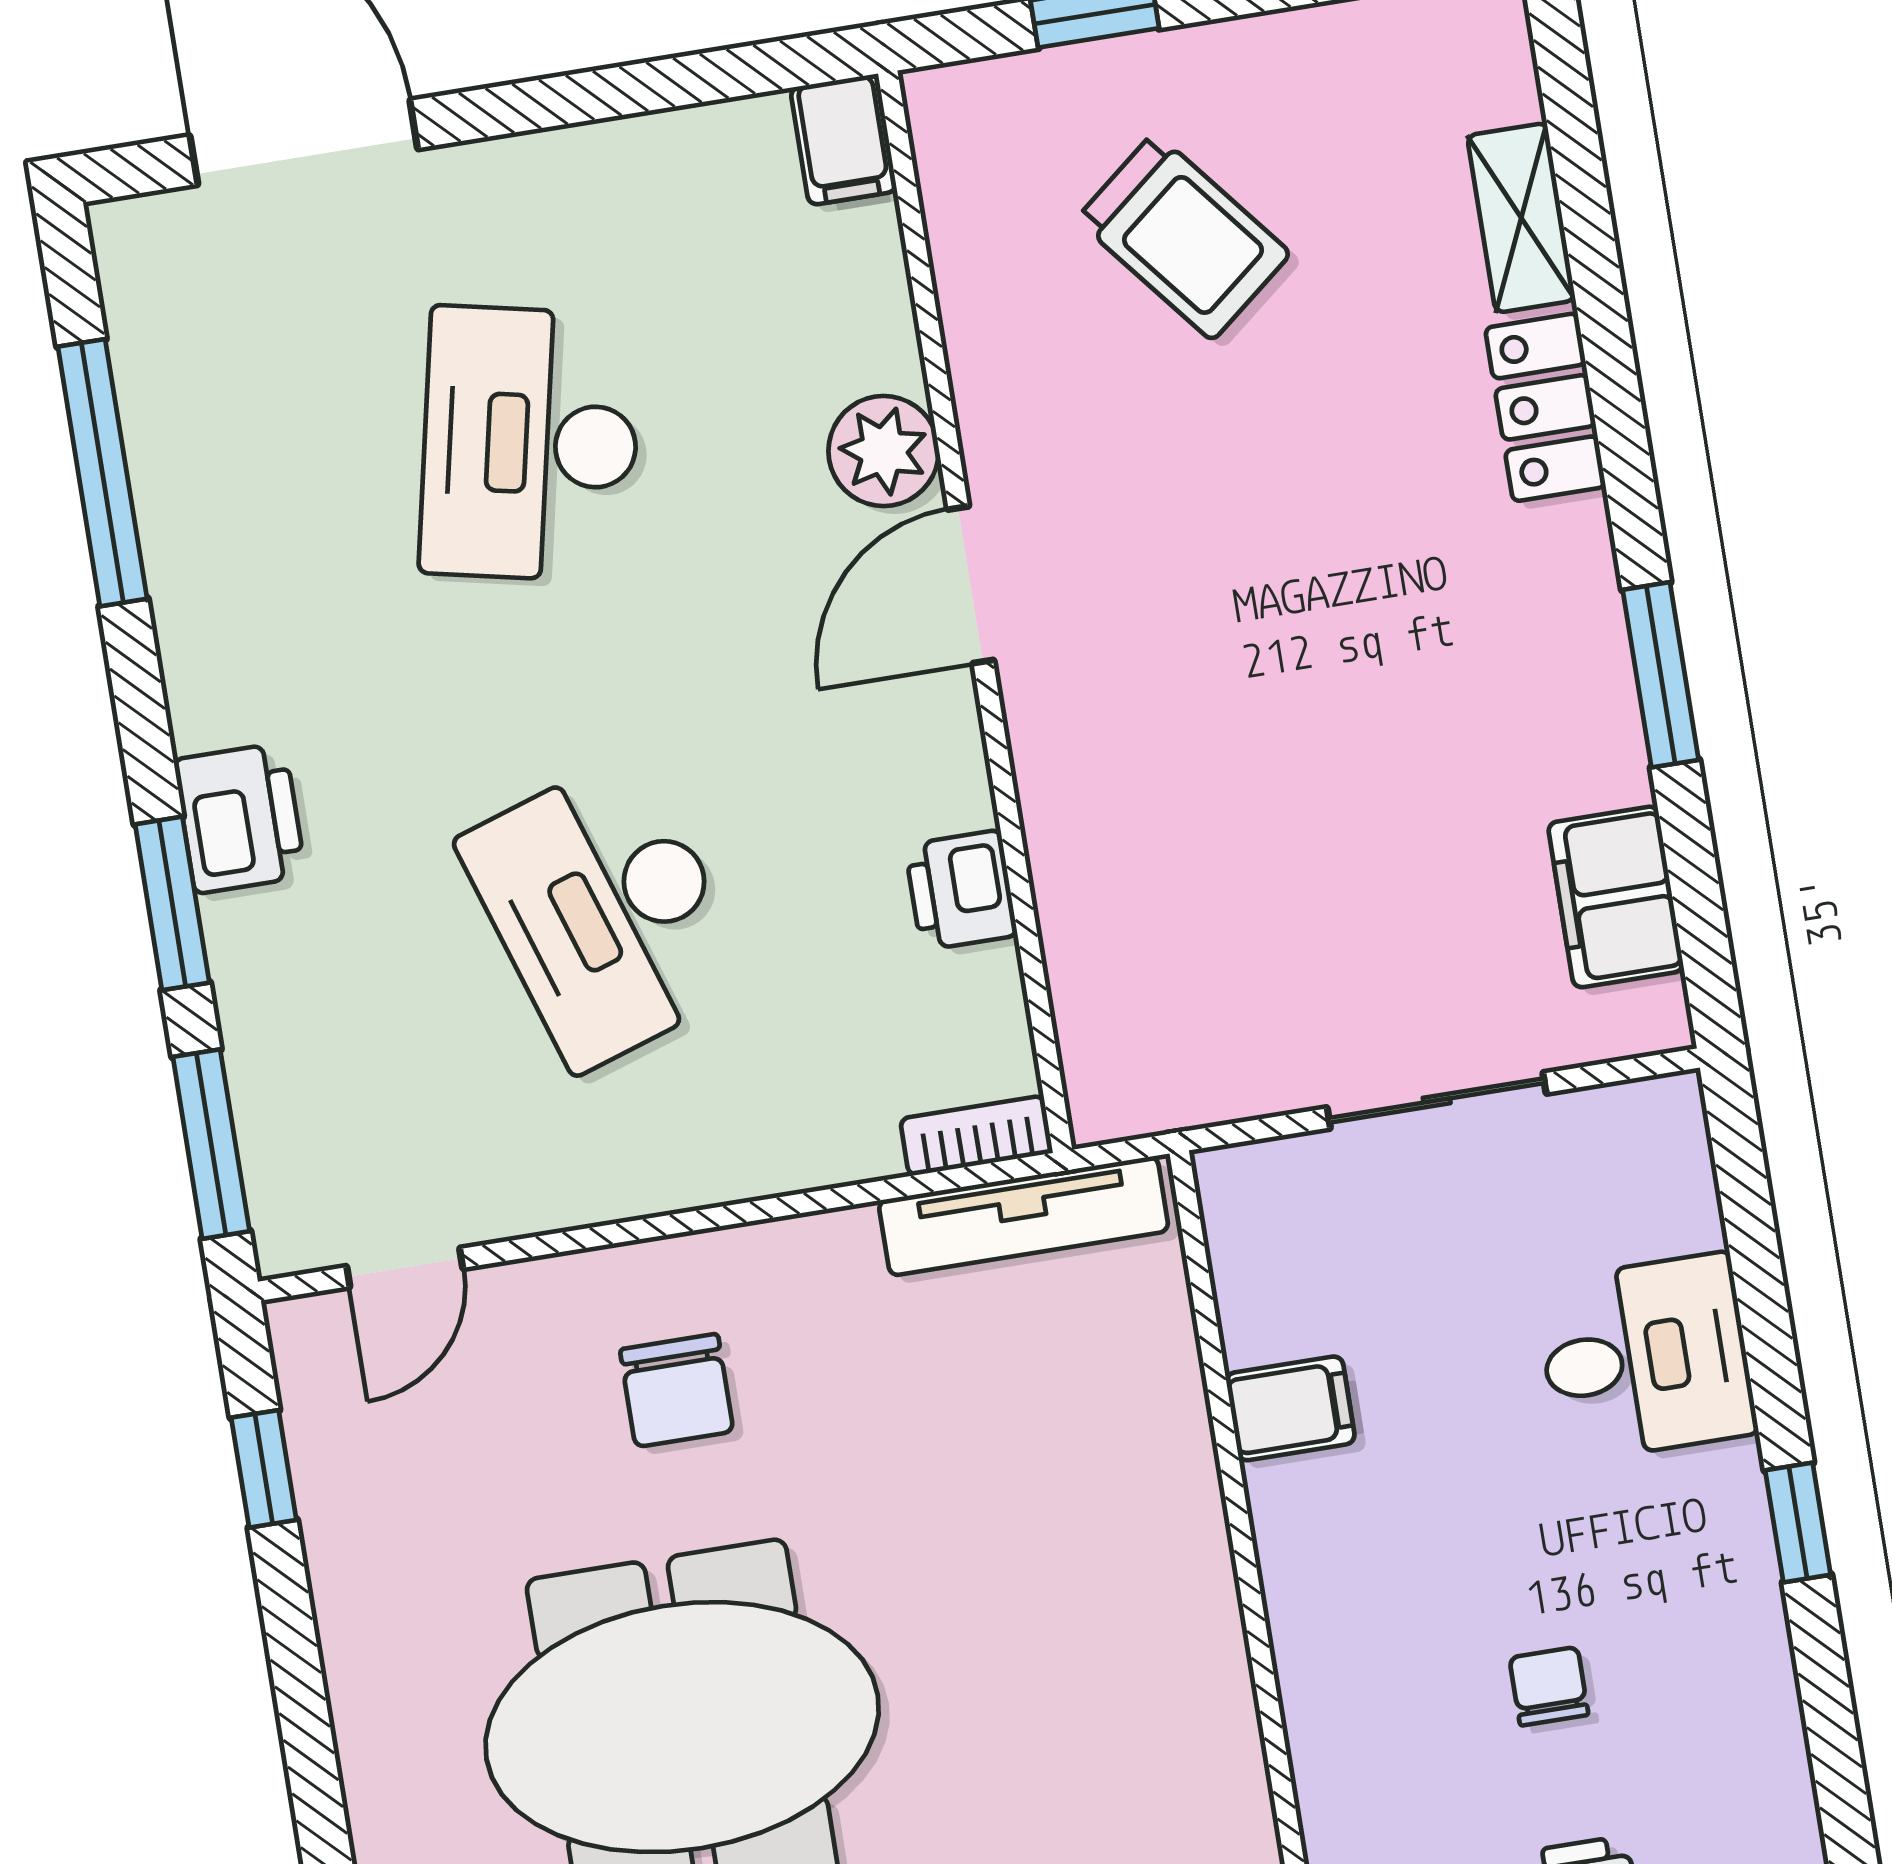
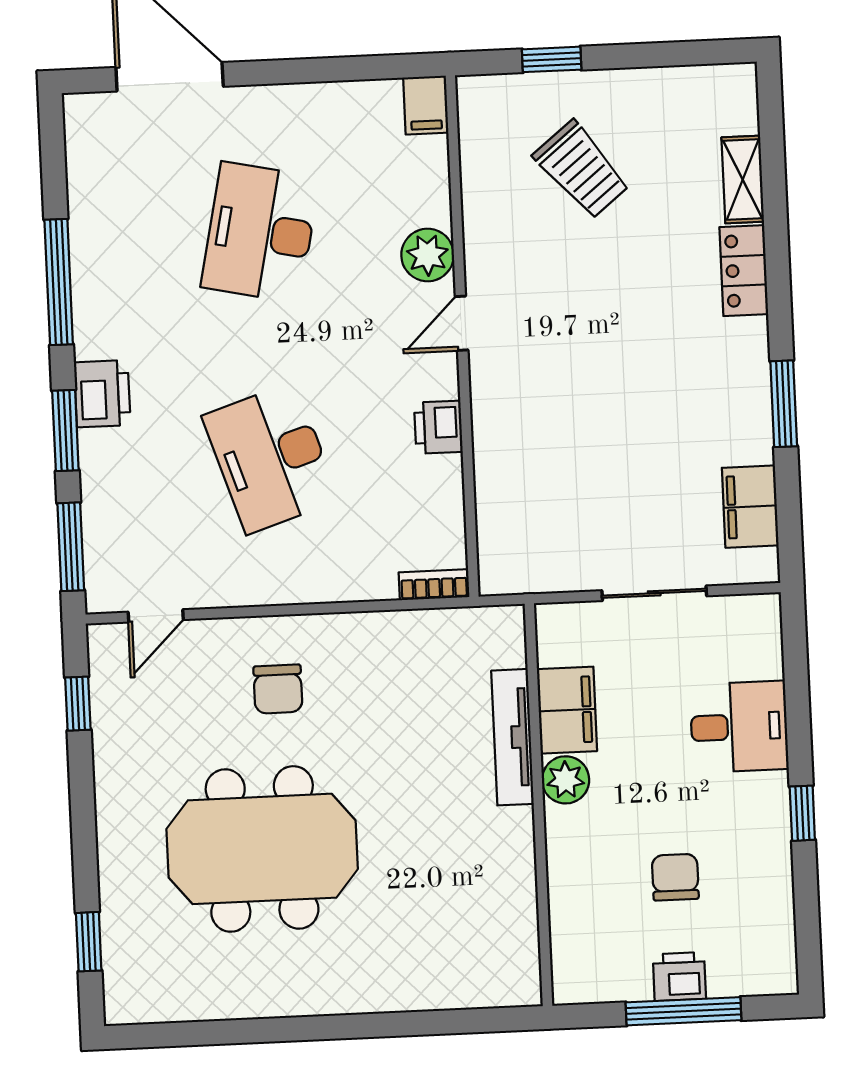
window: (102, 473) -> (59, 282), moved
door: (971, 585) -> (462, 323), width x0.73
printer: (961, 890) -> (438, 427), moved
tv unit: (1024, 1216) -> (512, 737), moved, turned 90
filing cabinet: (1290, 1408) -> (567, 710), width x2.00
plant: (1297, 1510) -> (566, 780), added
chair: (1549, 1686) -> (675, 877), width x1.37, depth x1.37

